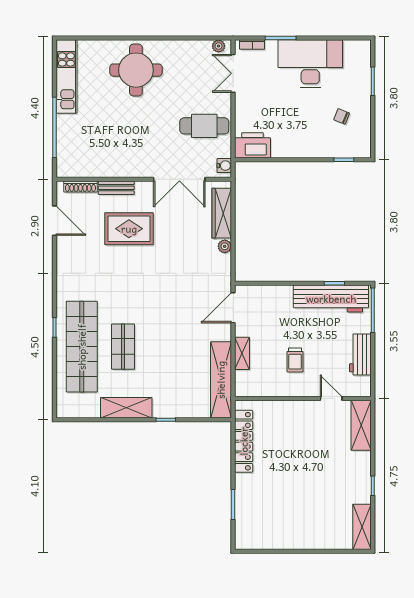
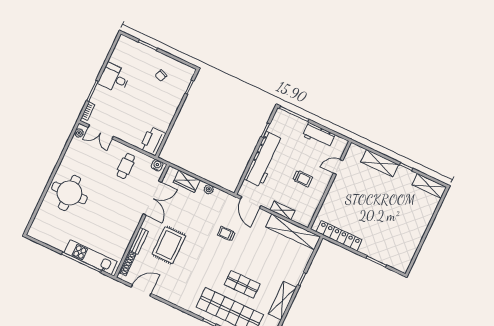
desk: (310, 64) -> (114, 78), width x0.53, depth x0.77
kitchen unit: (66, 76) -> (91, 257), moved
cafe table: (204, 126) -> (126, 166), width x0.73, depth x0.74
wardrobe: (222, 213) -> (187, 181), width x0.67
trolley: (178, 295) -> (226, 234), added
workbench: (331, 299) -> (264, 159), moved
shelving: (361, 425) -> (380, 163), moved

